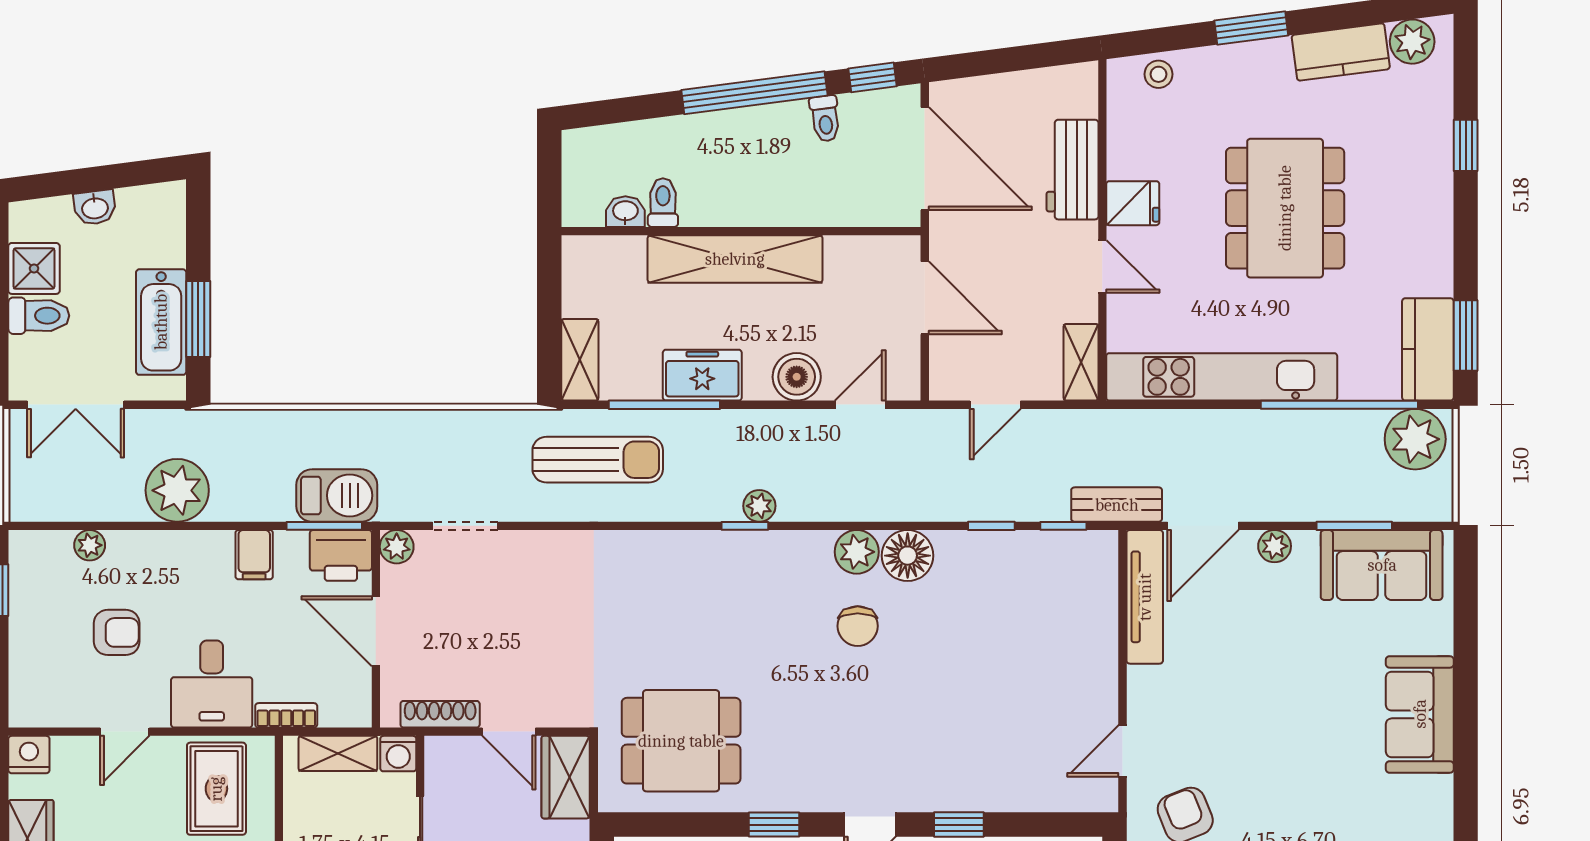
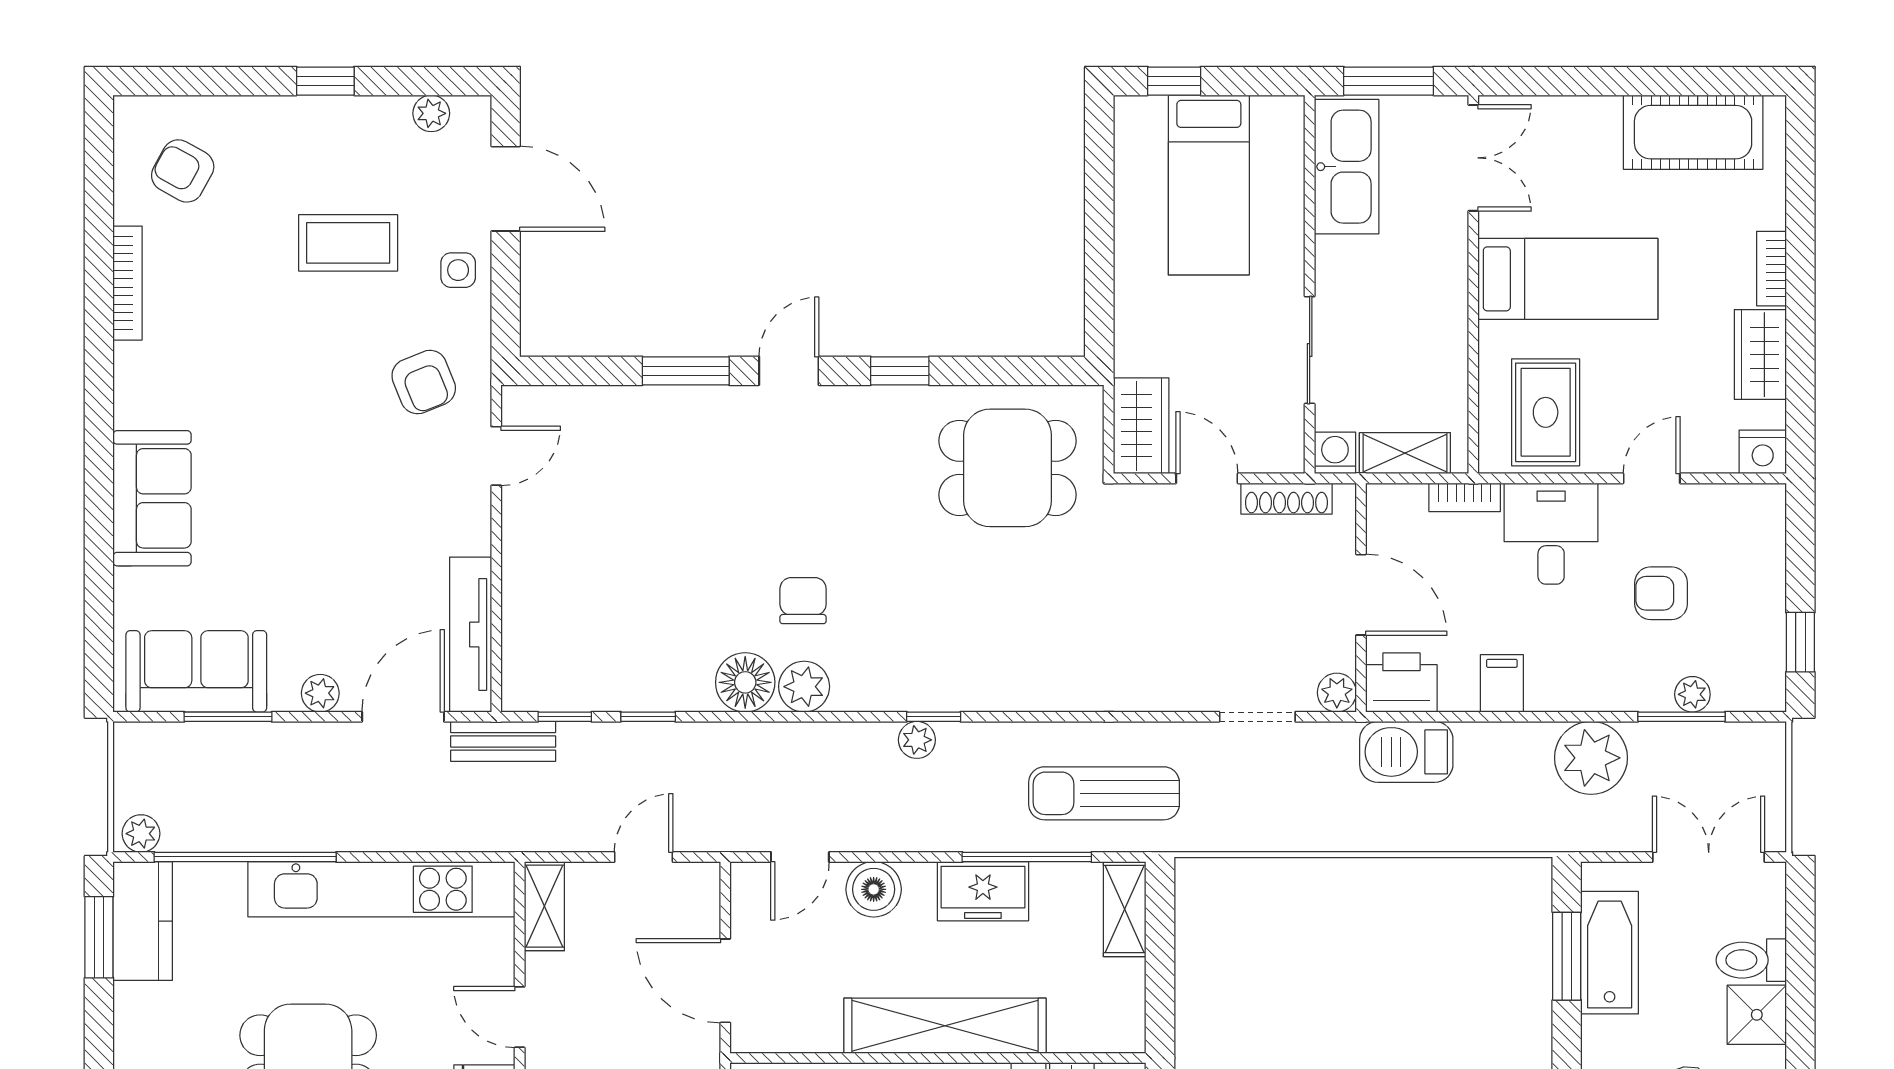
plant: (1415, 439) -> (141, 834), width x0.53, depth x0.53
window: (324, 526) -> (1681, 717), moved
window: (959, 825) -> (686, 371), width x1.50

